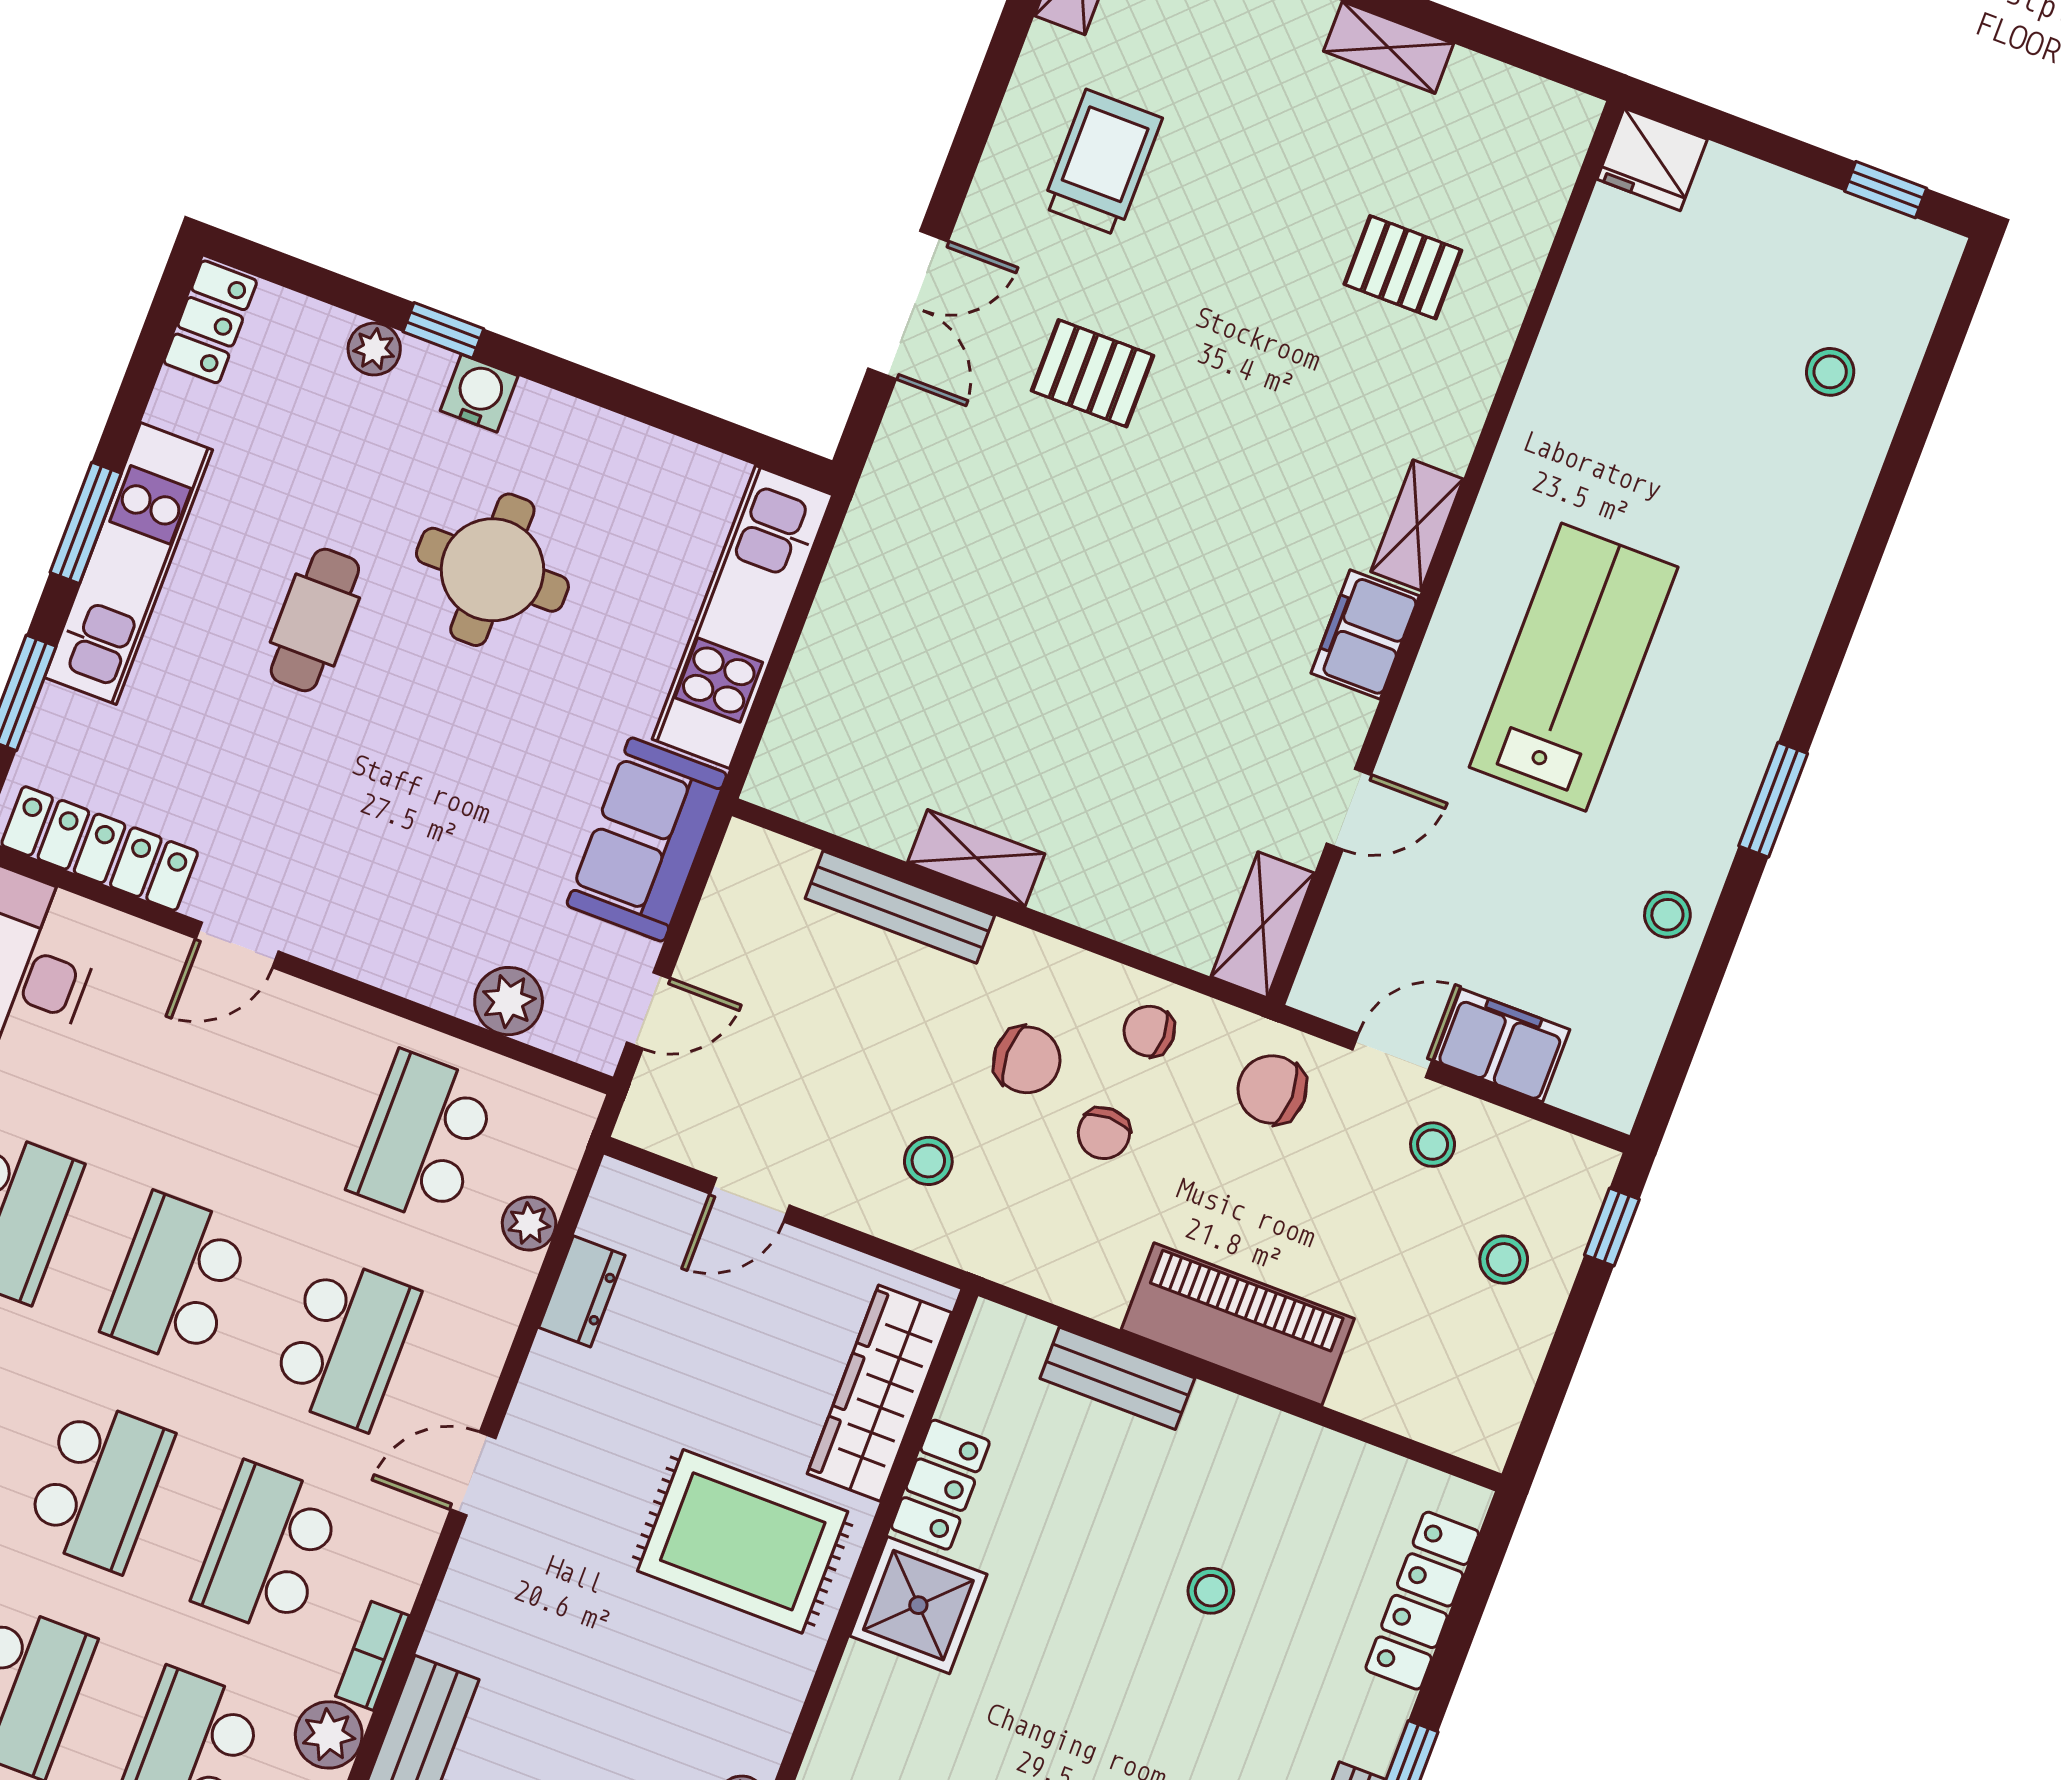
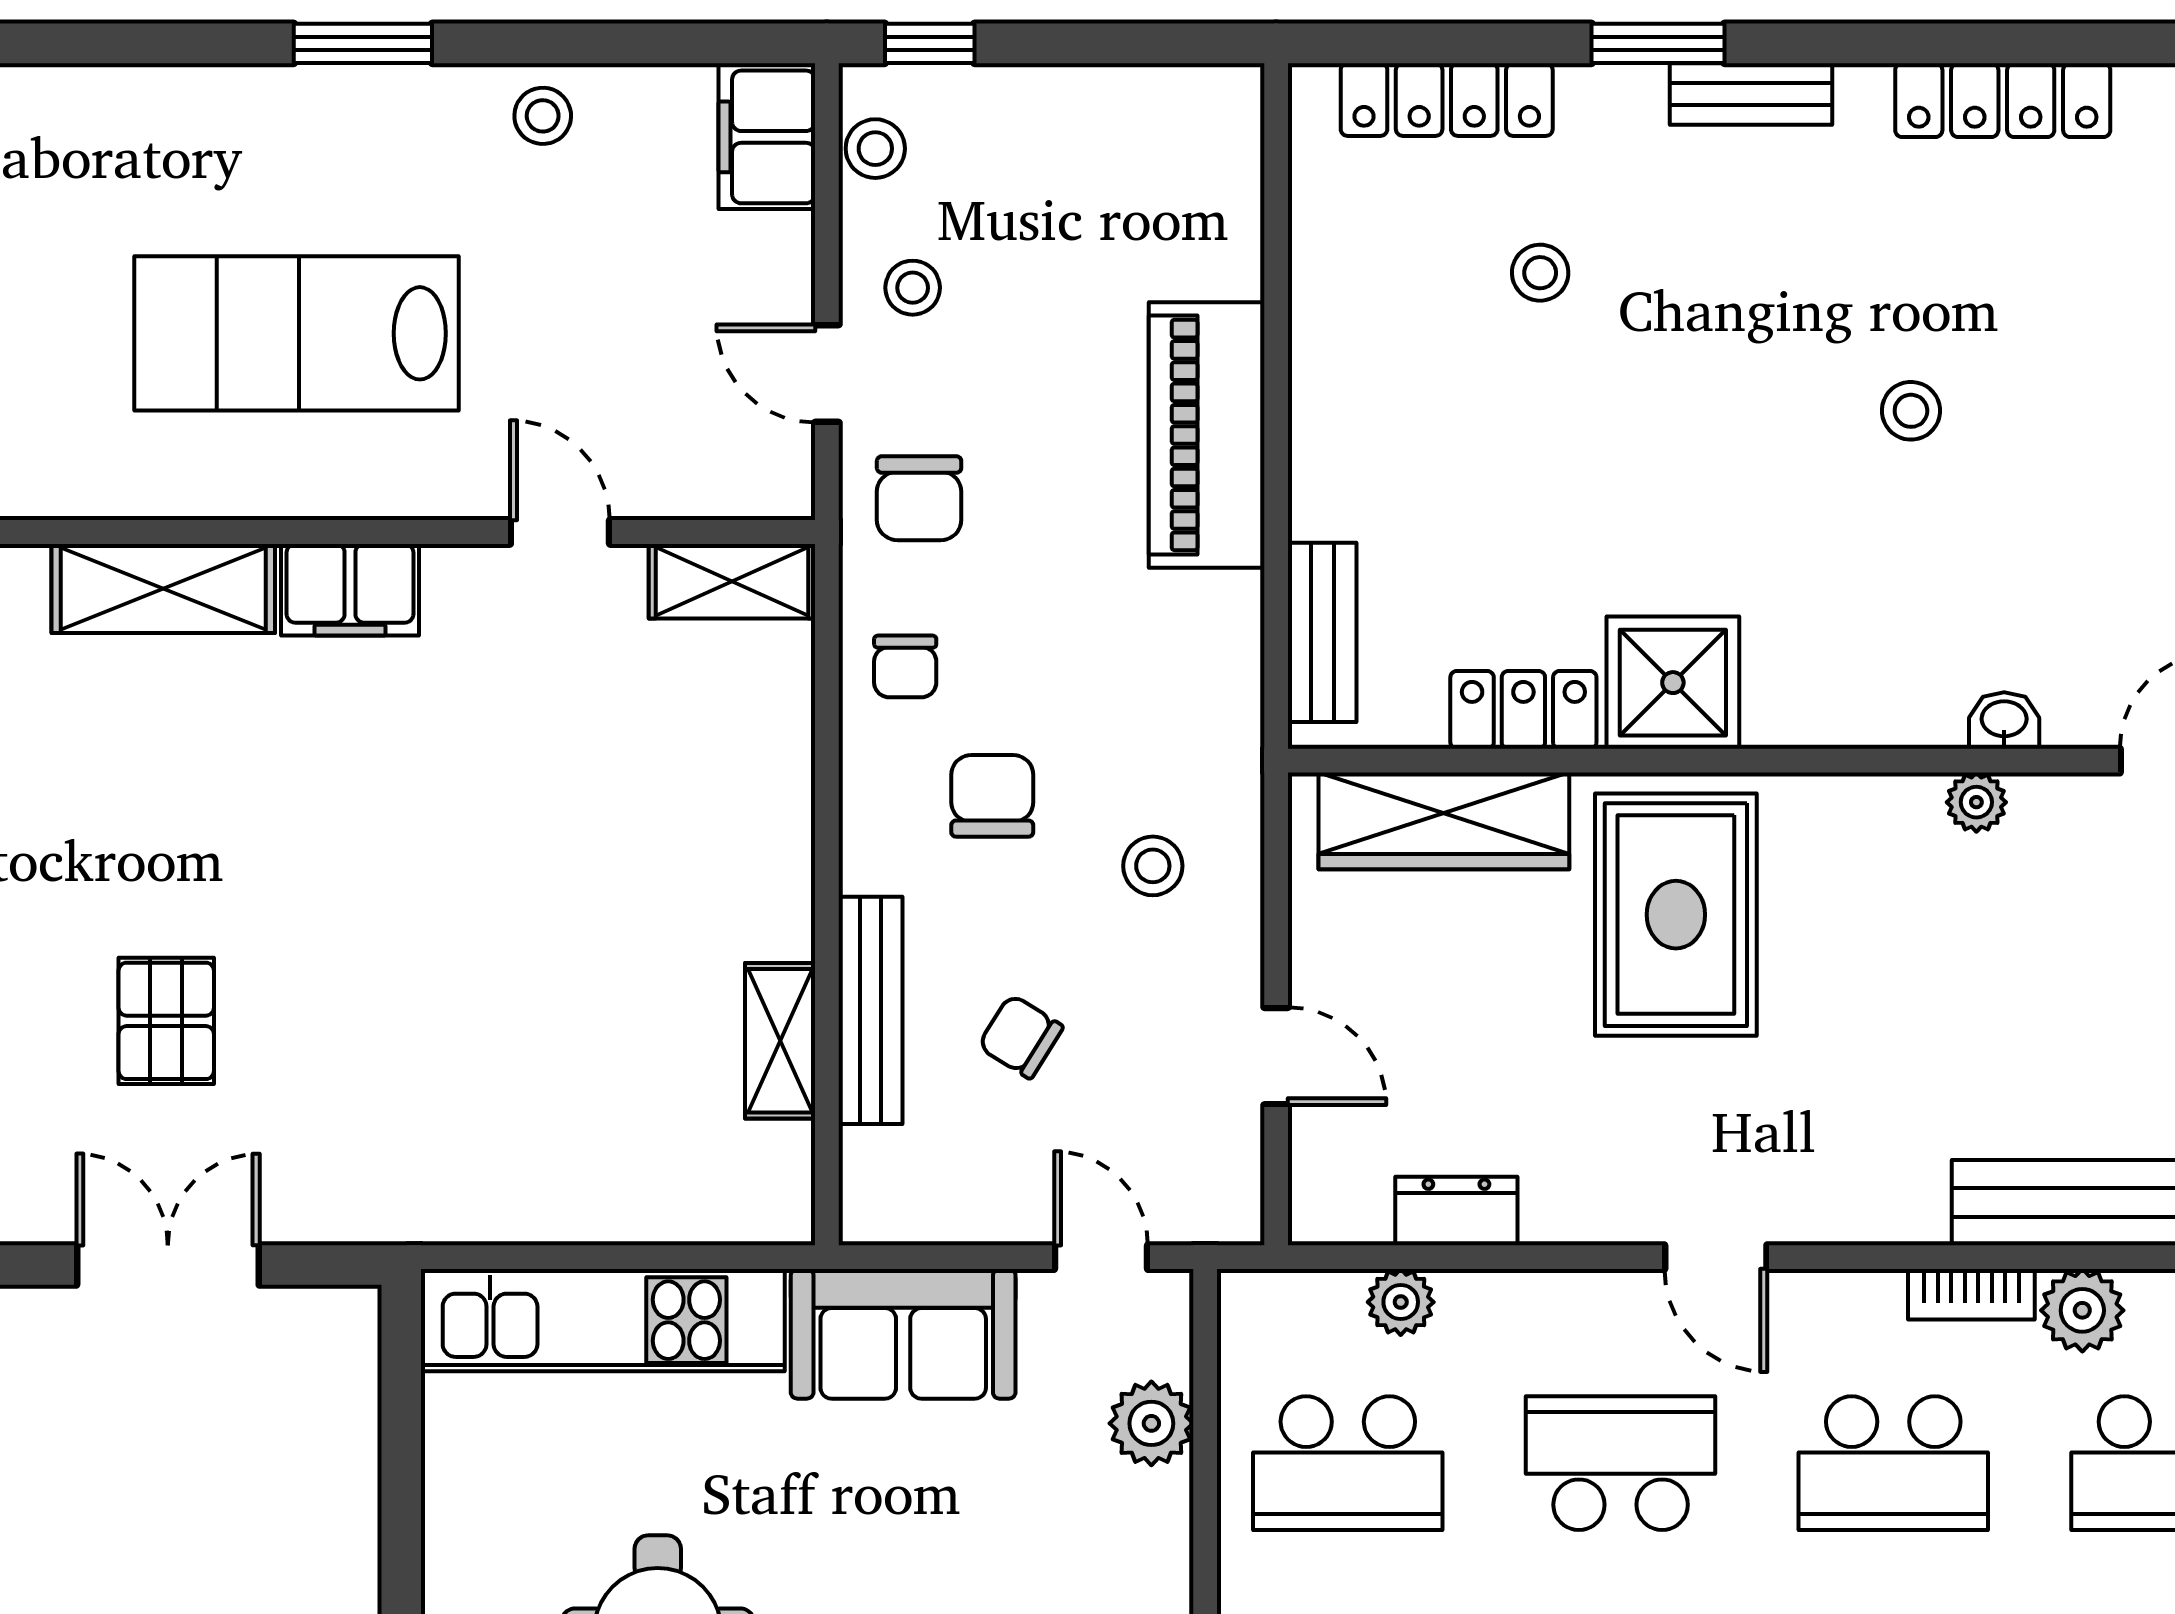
shelving: (1417, 525) -> (163, 588), width x1.50, depth x1.33
shelving: (976, 858) -> (780, 1041), moved
filing cabinet: (1502, 1045) -> (767, 137), moved
chair: (1104, 1133) -> (1021, 1036), moved, turned -148
stool: (1504, 1260) -> (875, 149), moved
bench: (1117, 1378) -> (1322, 632), moved
stool: (1211, 1591) -> (1540, 273), moved

